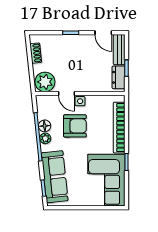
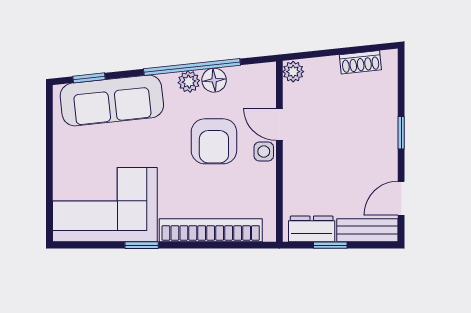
plant: (45, 82) -> (293, 72), width x0.53, depth x0.53
door: (66, 93) -> (279, 124), hinge flipped

